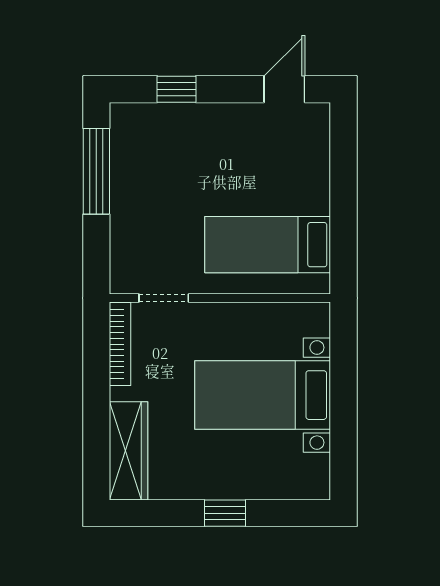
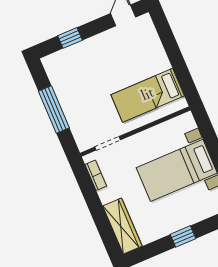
window: (96, 171) -> (54, 109), moved
bookcase: (120, 344) -> (96, 175), width x0.64

